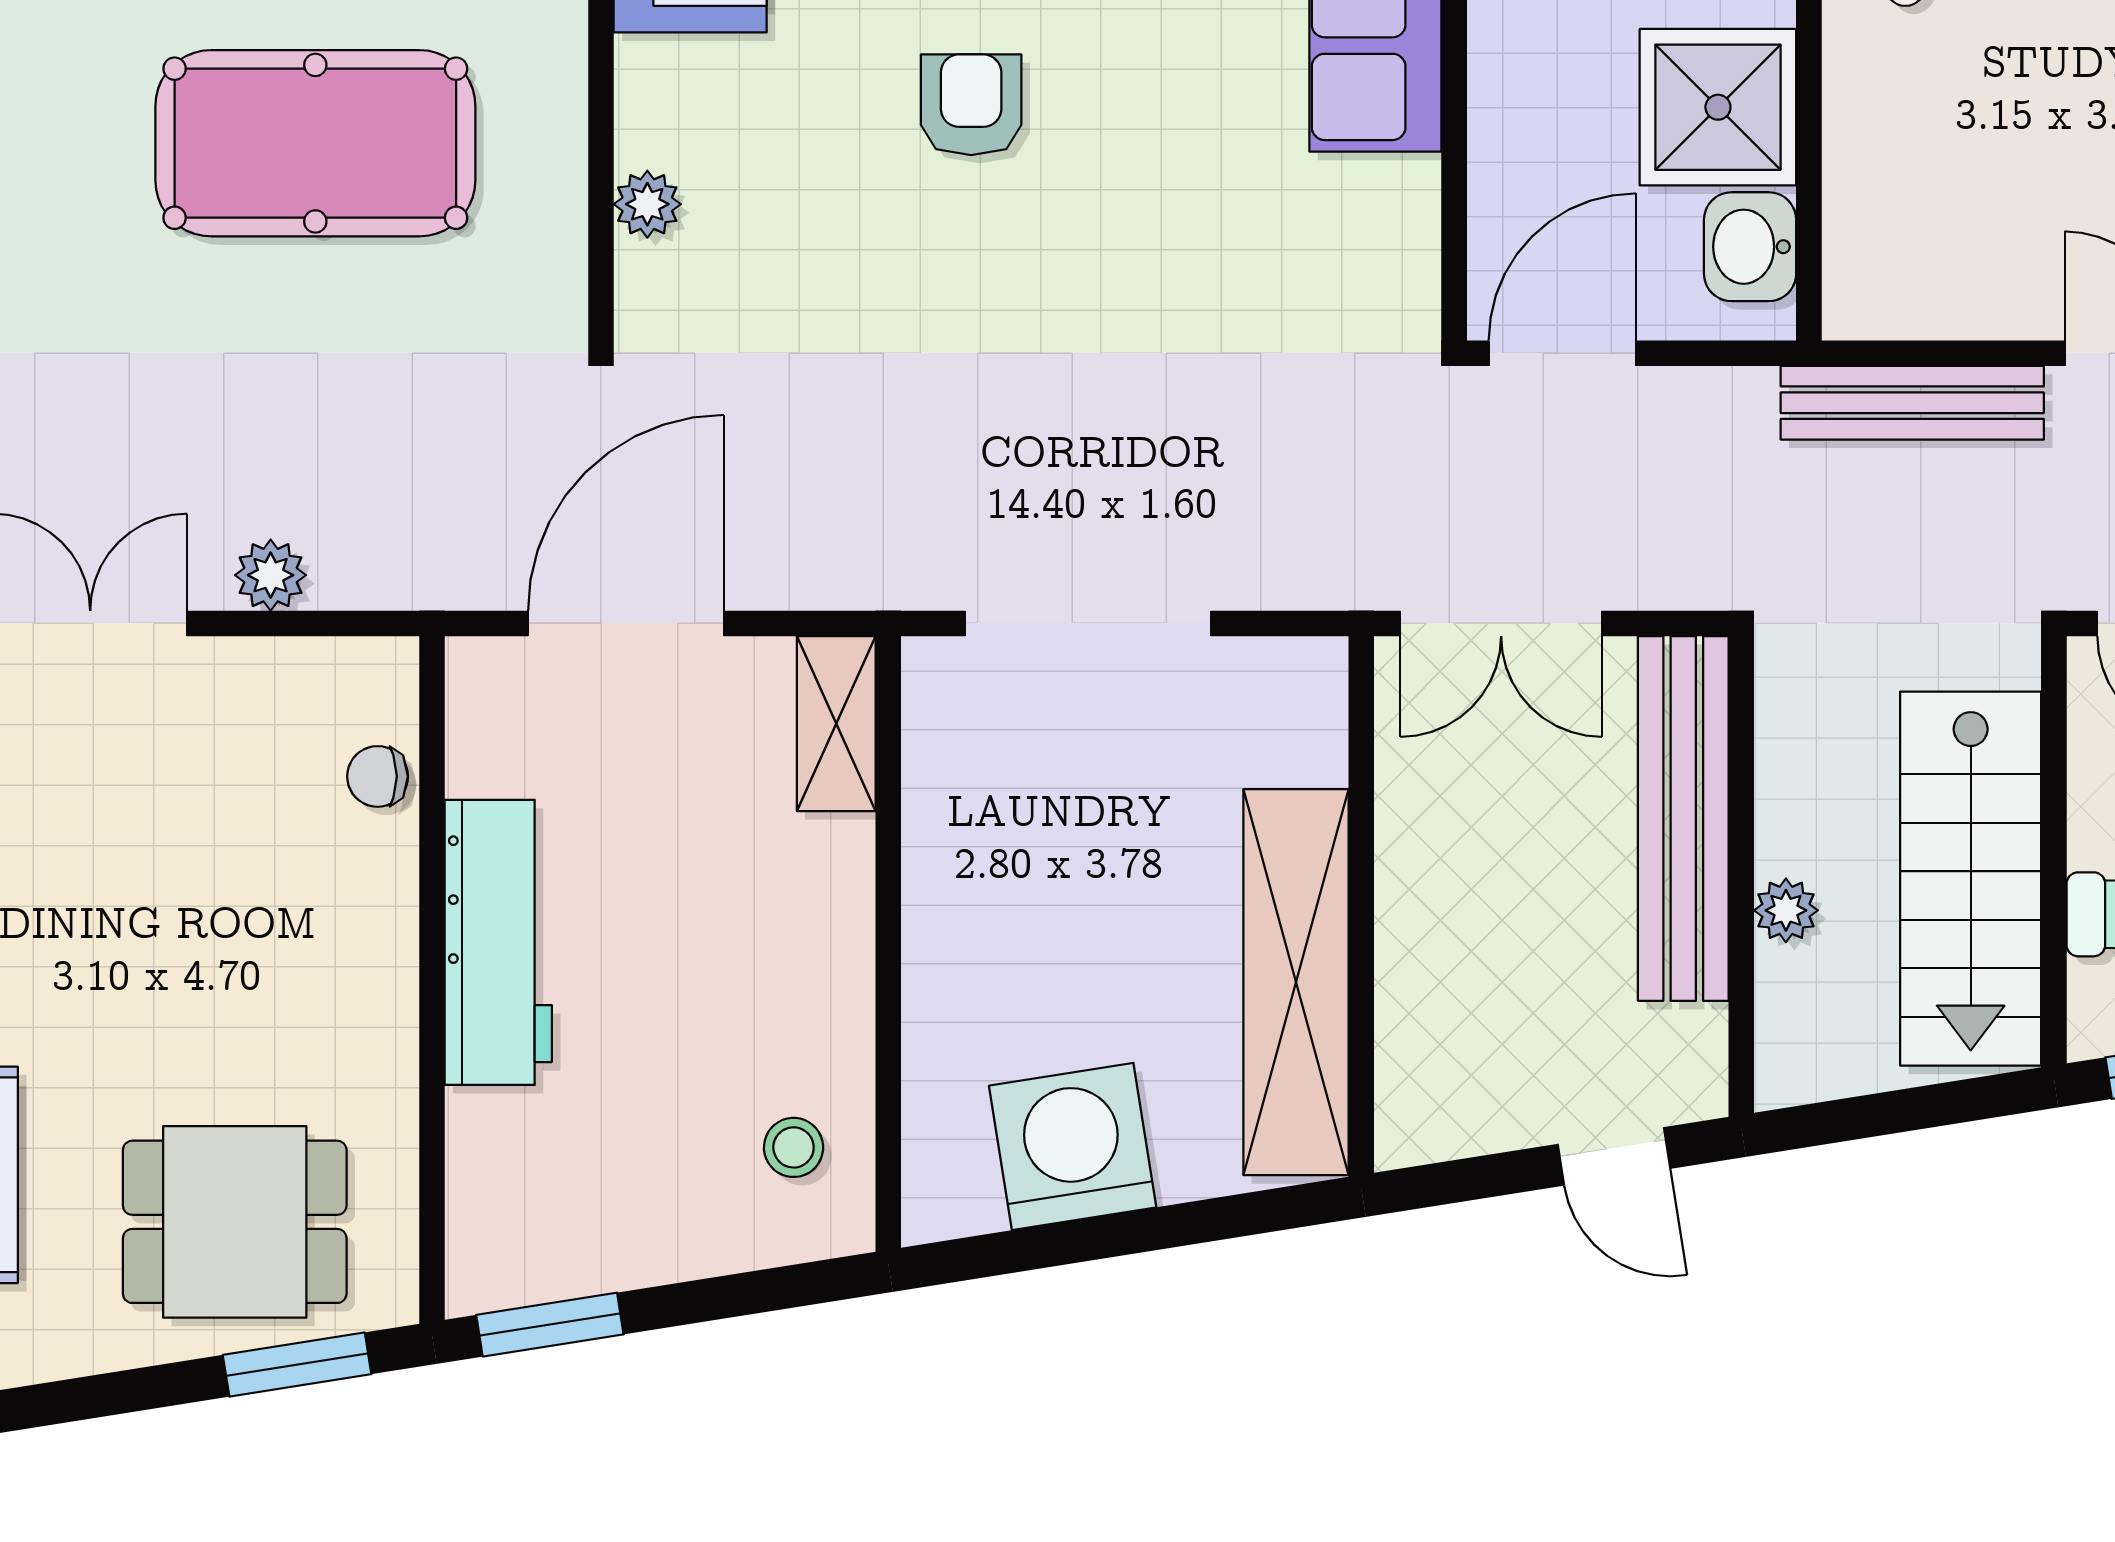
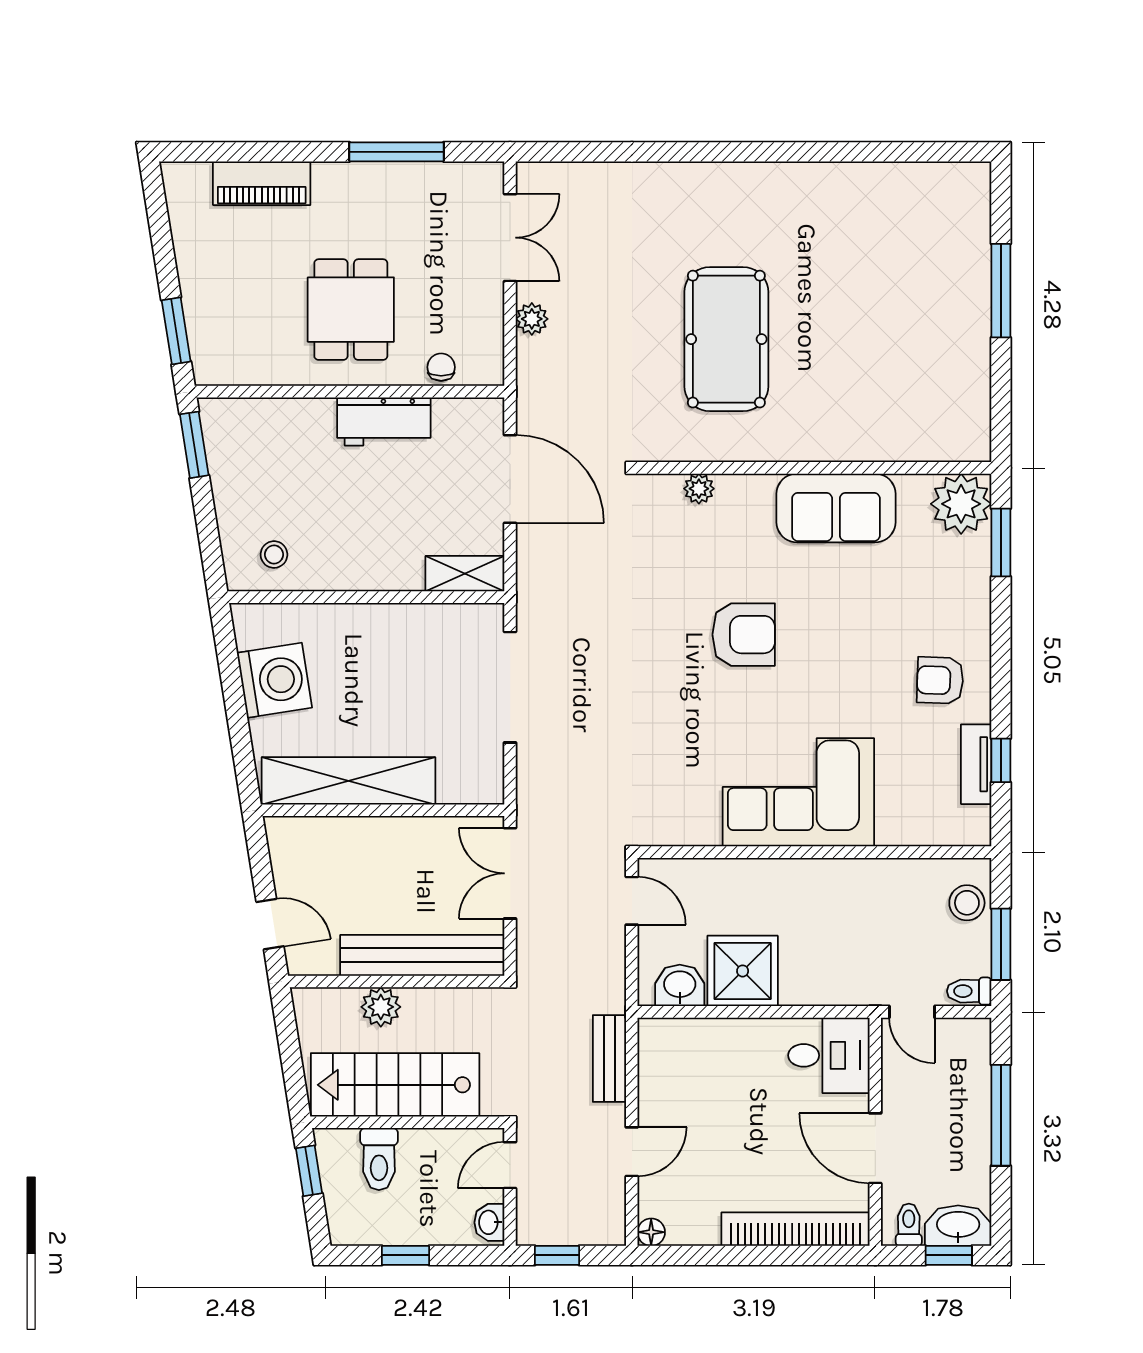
armchair: (971, 105) -> (744, 635), width x1.38, depth x1.38
door: (1562, 353) -> (632, 901), width x0.73
bench: (1912, 403) -> (609, 1058), width x0.73
plant: (1786, 910) -> (381, 1007), width x1.38, depth x1.38
workbench: (498, 942) -> (384, 422), width x0.73
door: (1614, 1156) -> (270, 924), swing flipped
dining table: (235, 1222) -> (351, 310), moved

